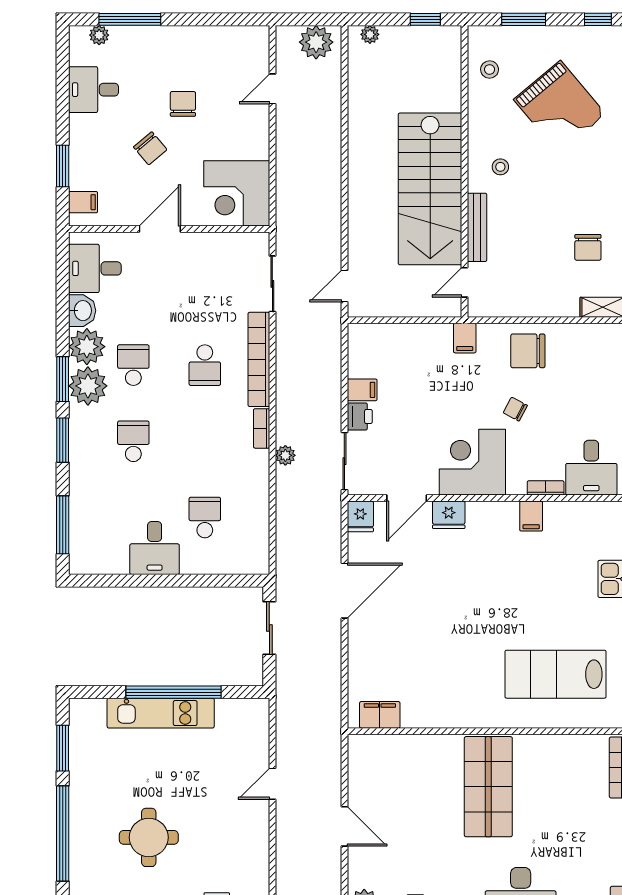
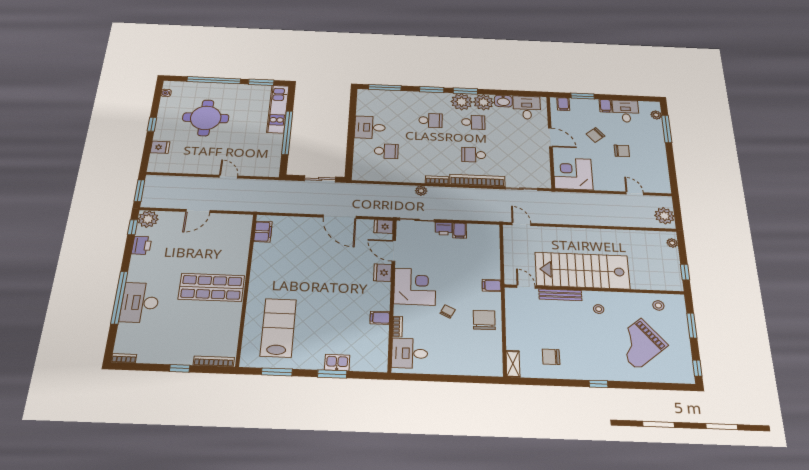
filing cabinet: (83, 125) -> (606, 106), added
kitchen unit: (161, 713) -> (278, 109), moved
round table: (149, 837) -> (206, 118), width x1.36, depth x1.36

